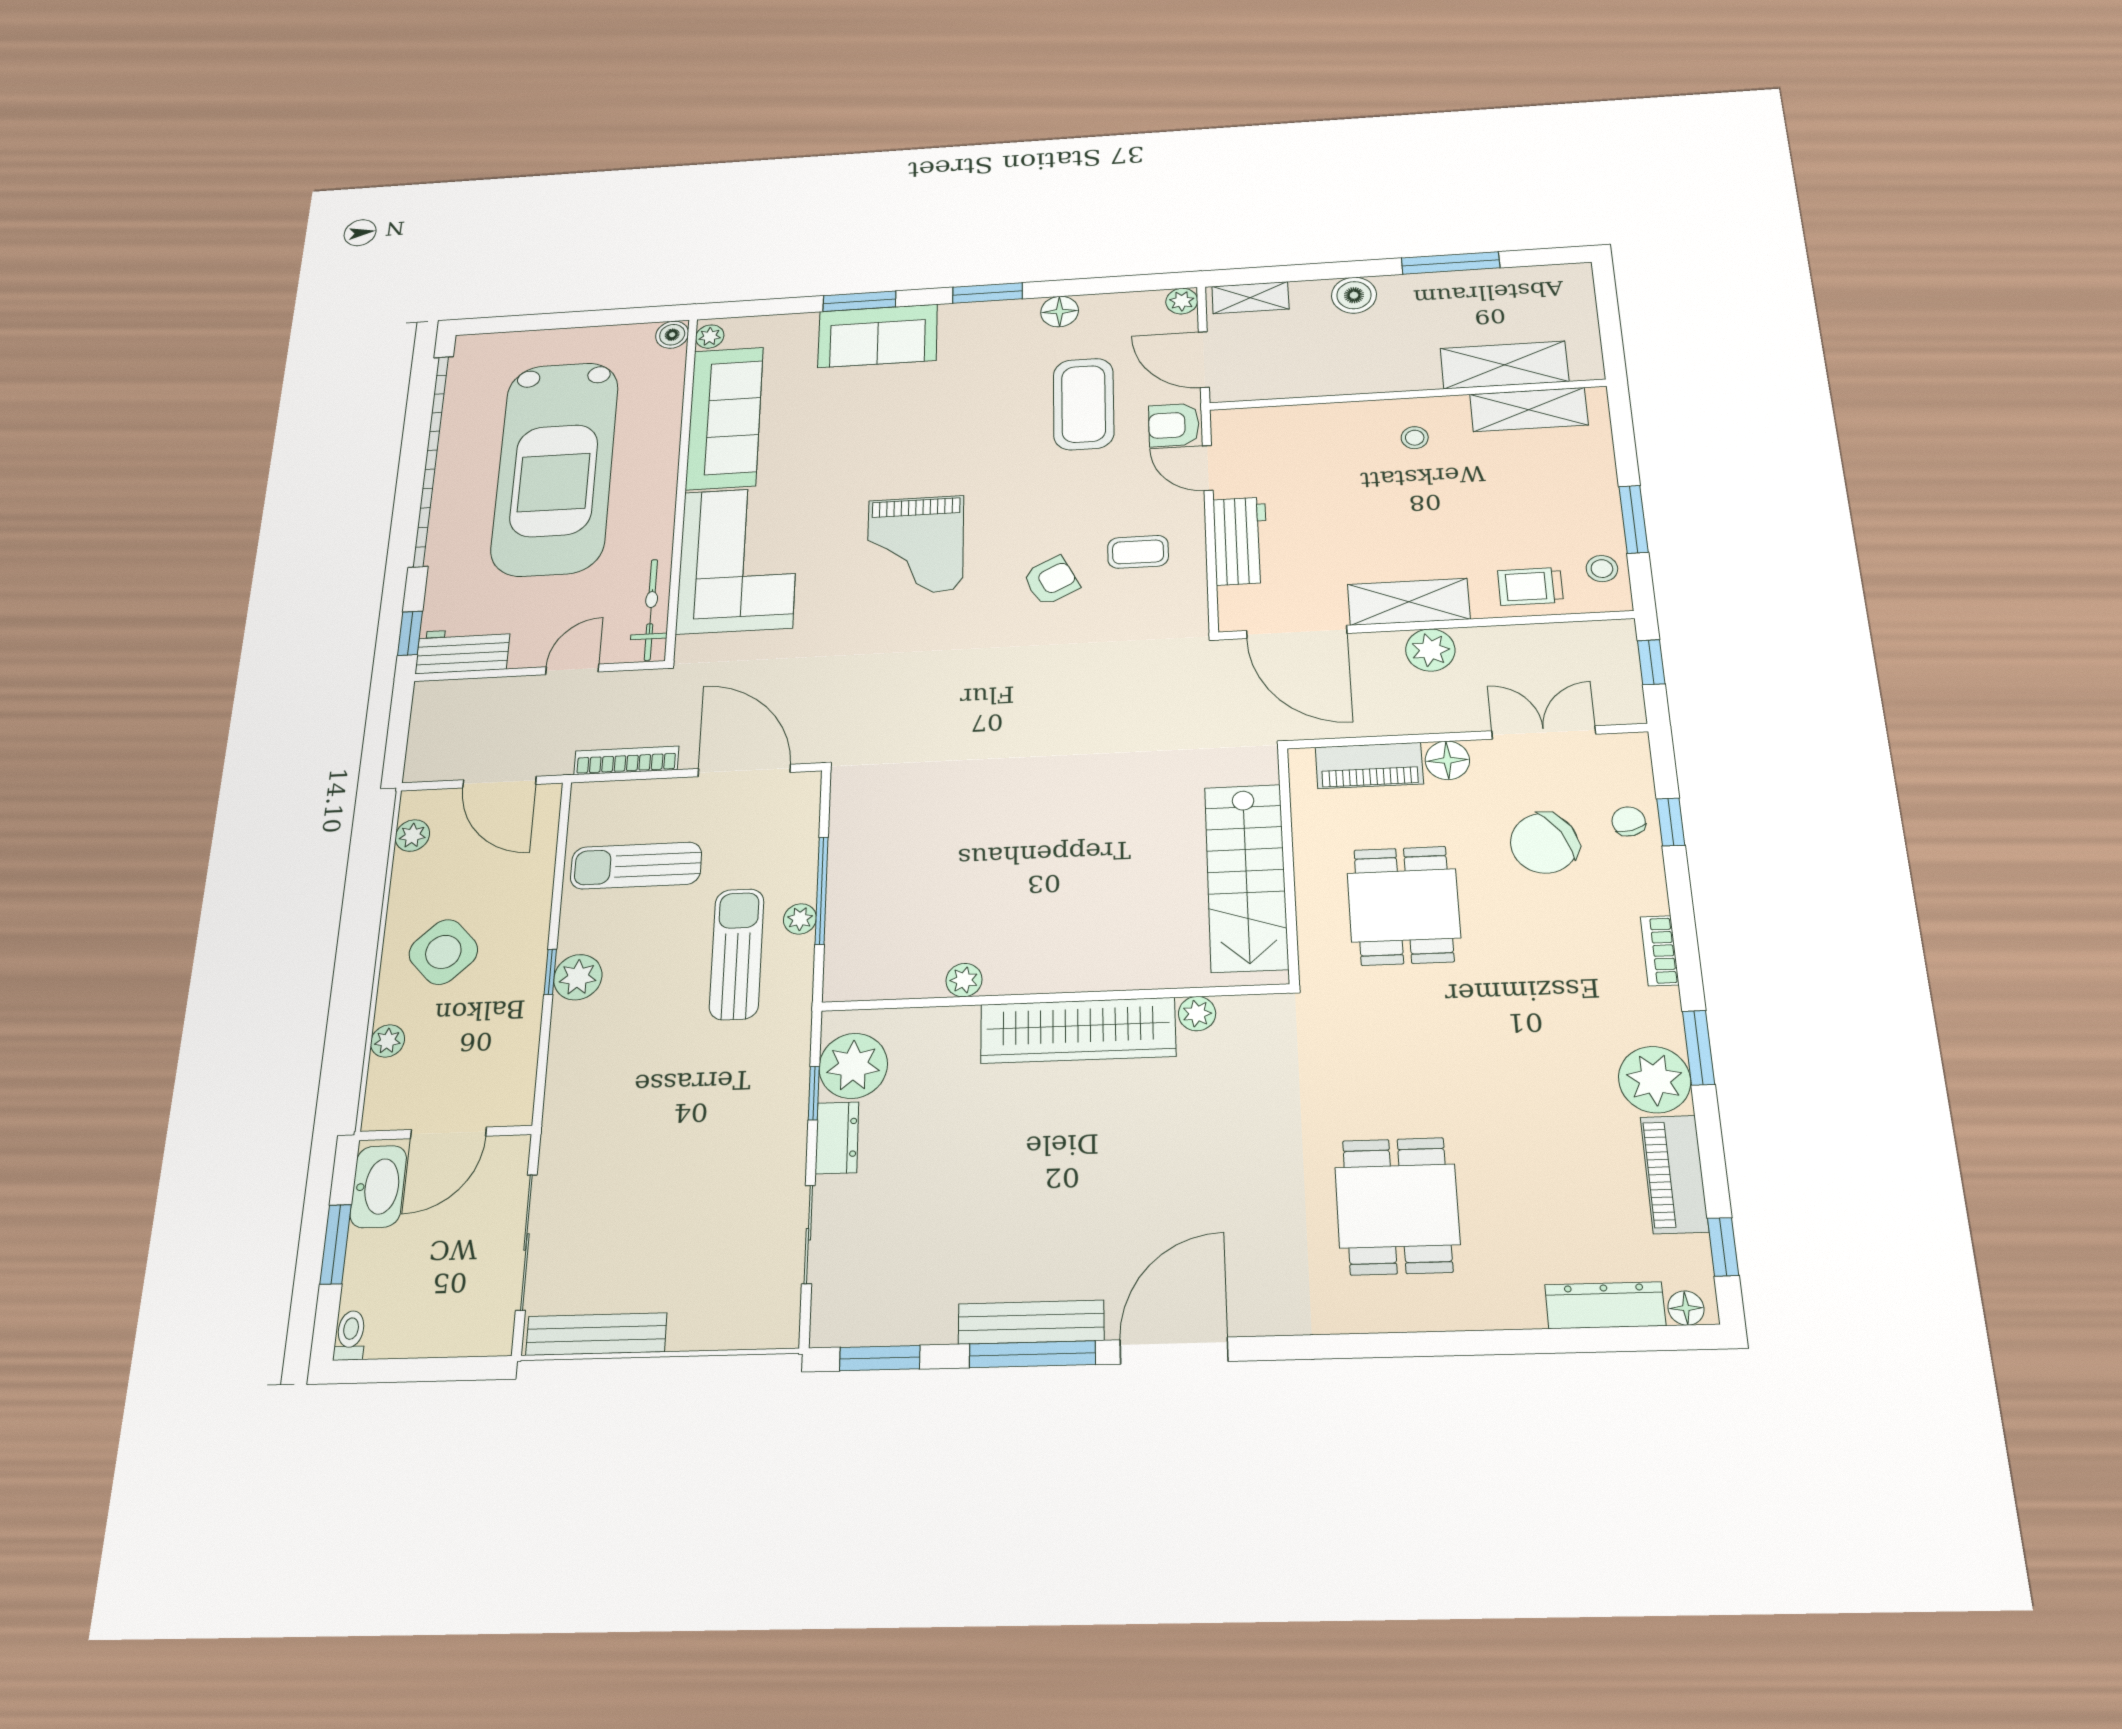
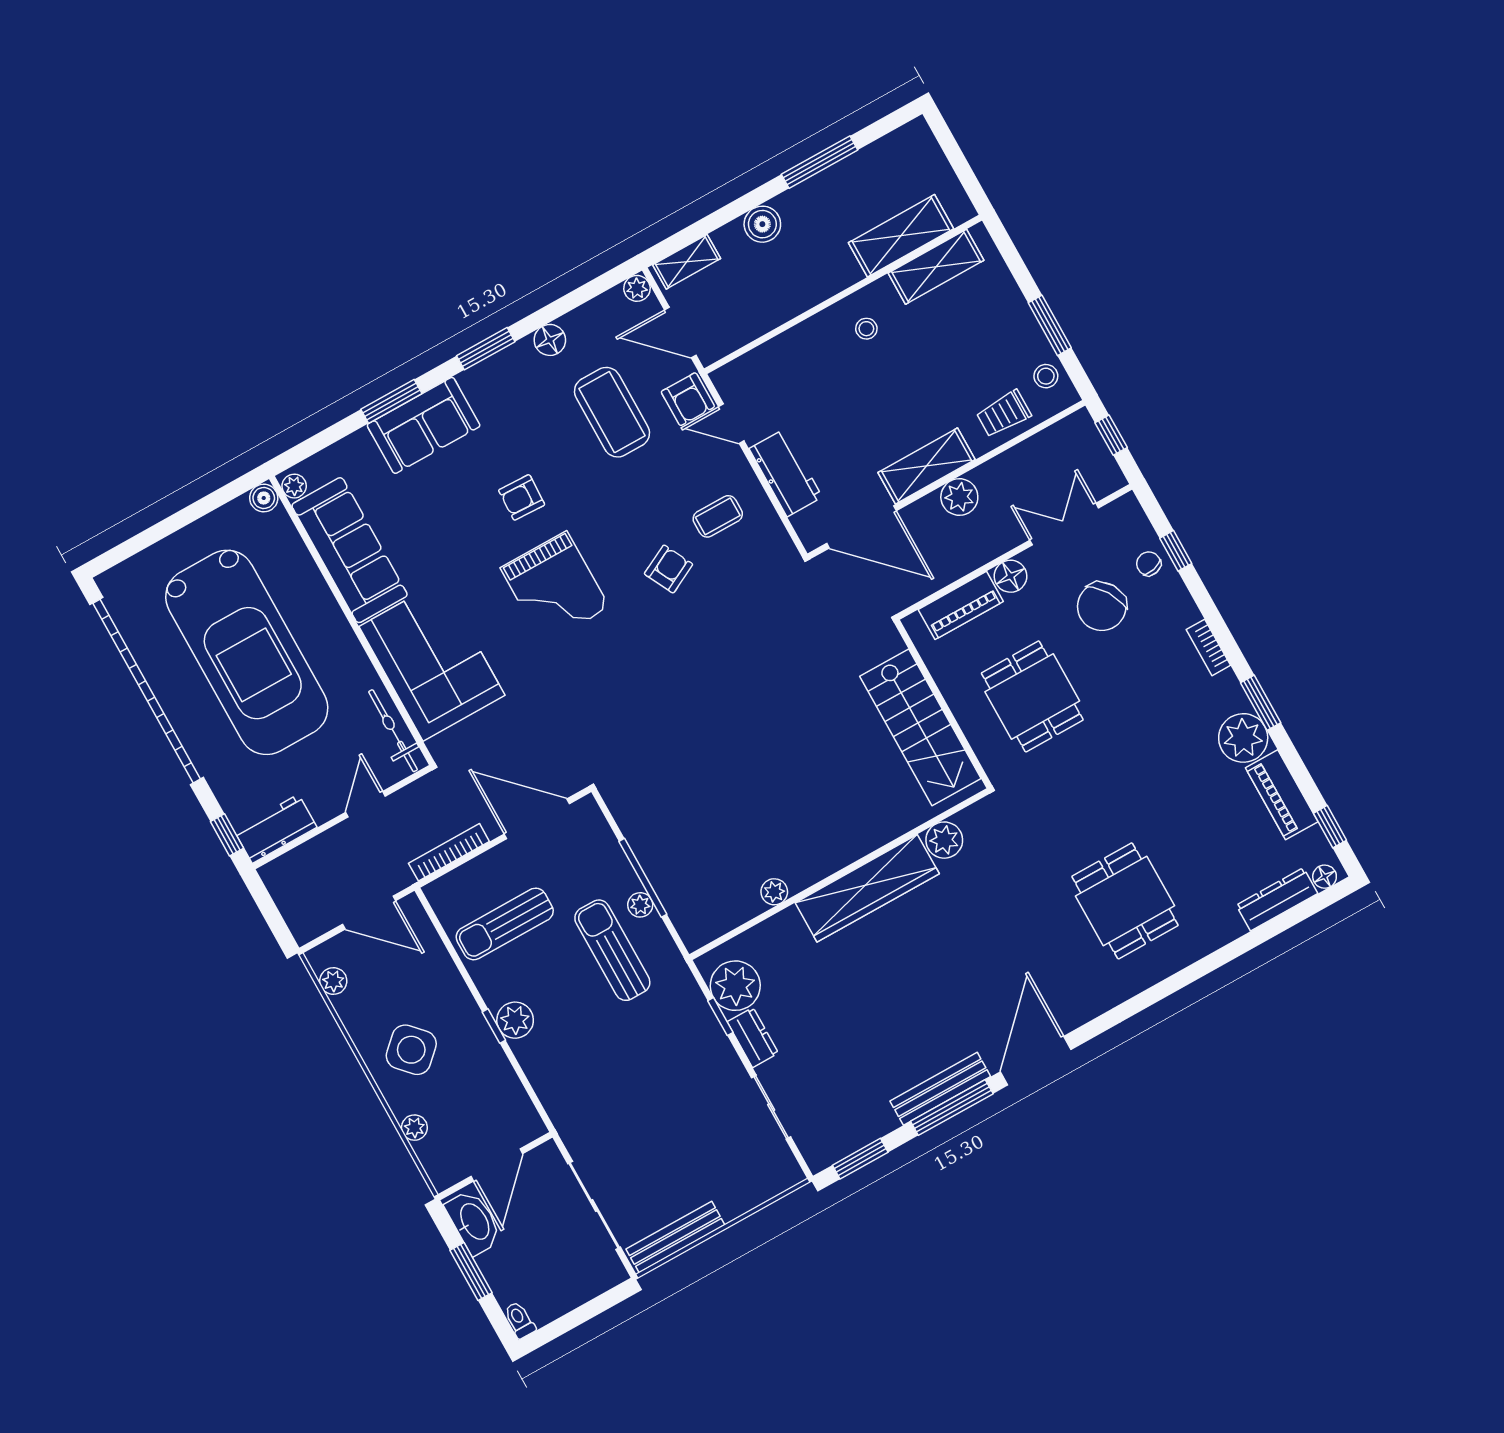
armchair: (1174, 425) -> (688, 399), turned -90
armchair: (936, 444) -> (522, 497), added
plant: (1197, 1014) -> (944, 840), width x1.38, depth x1.38

